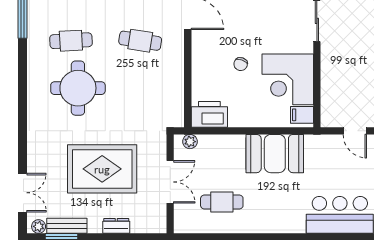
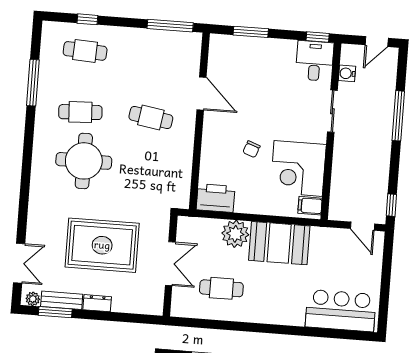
plant: (190, 142) -> (235, 234), moved, width x1.88, depth x1.88
dresser: (116, 226) -> (97, 303), moved

